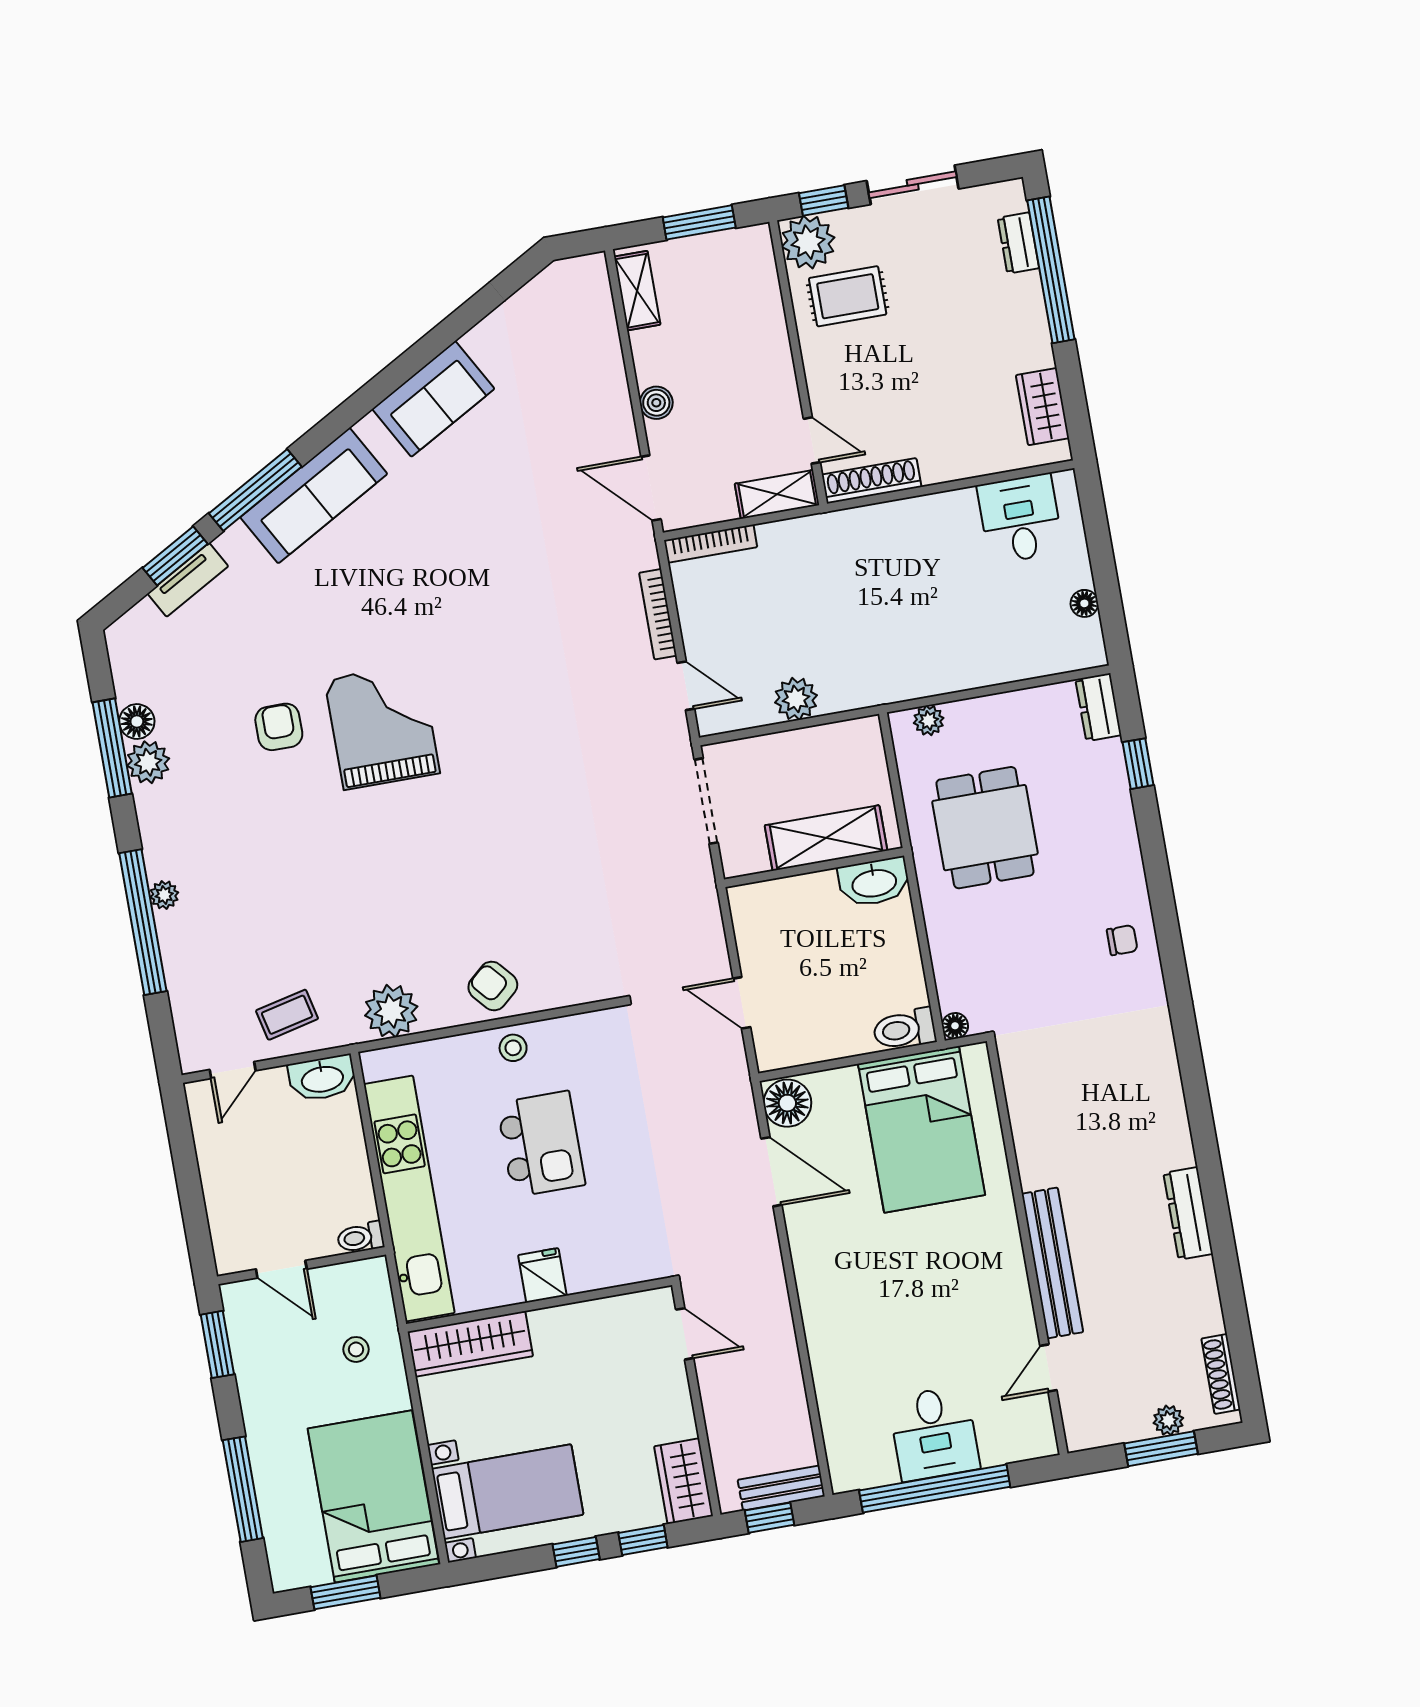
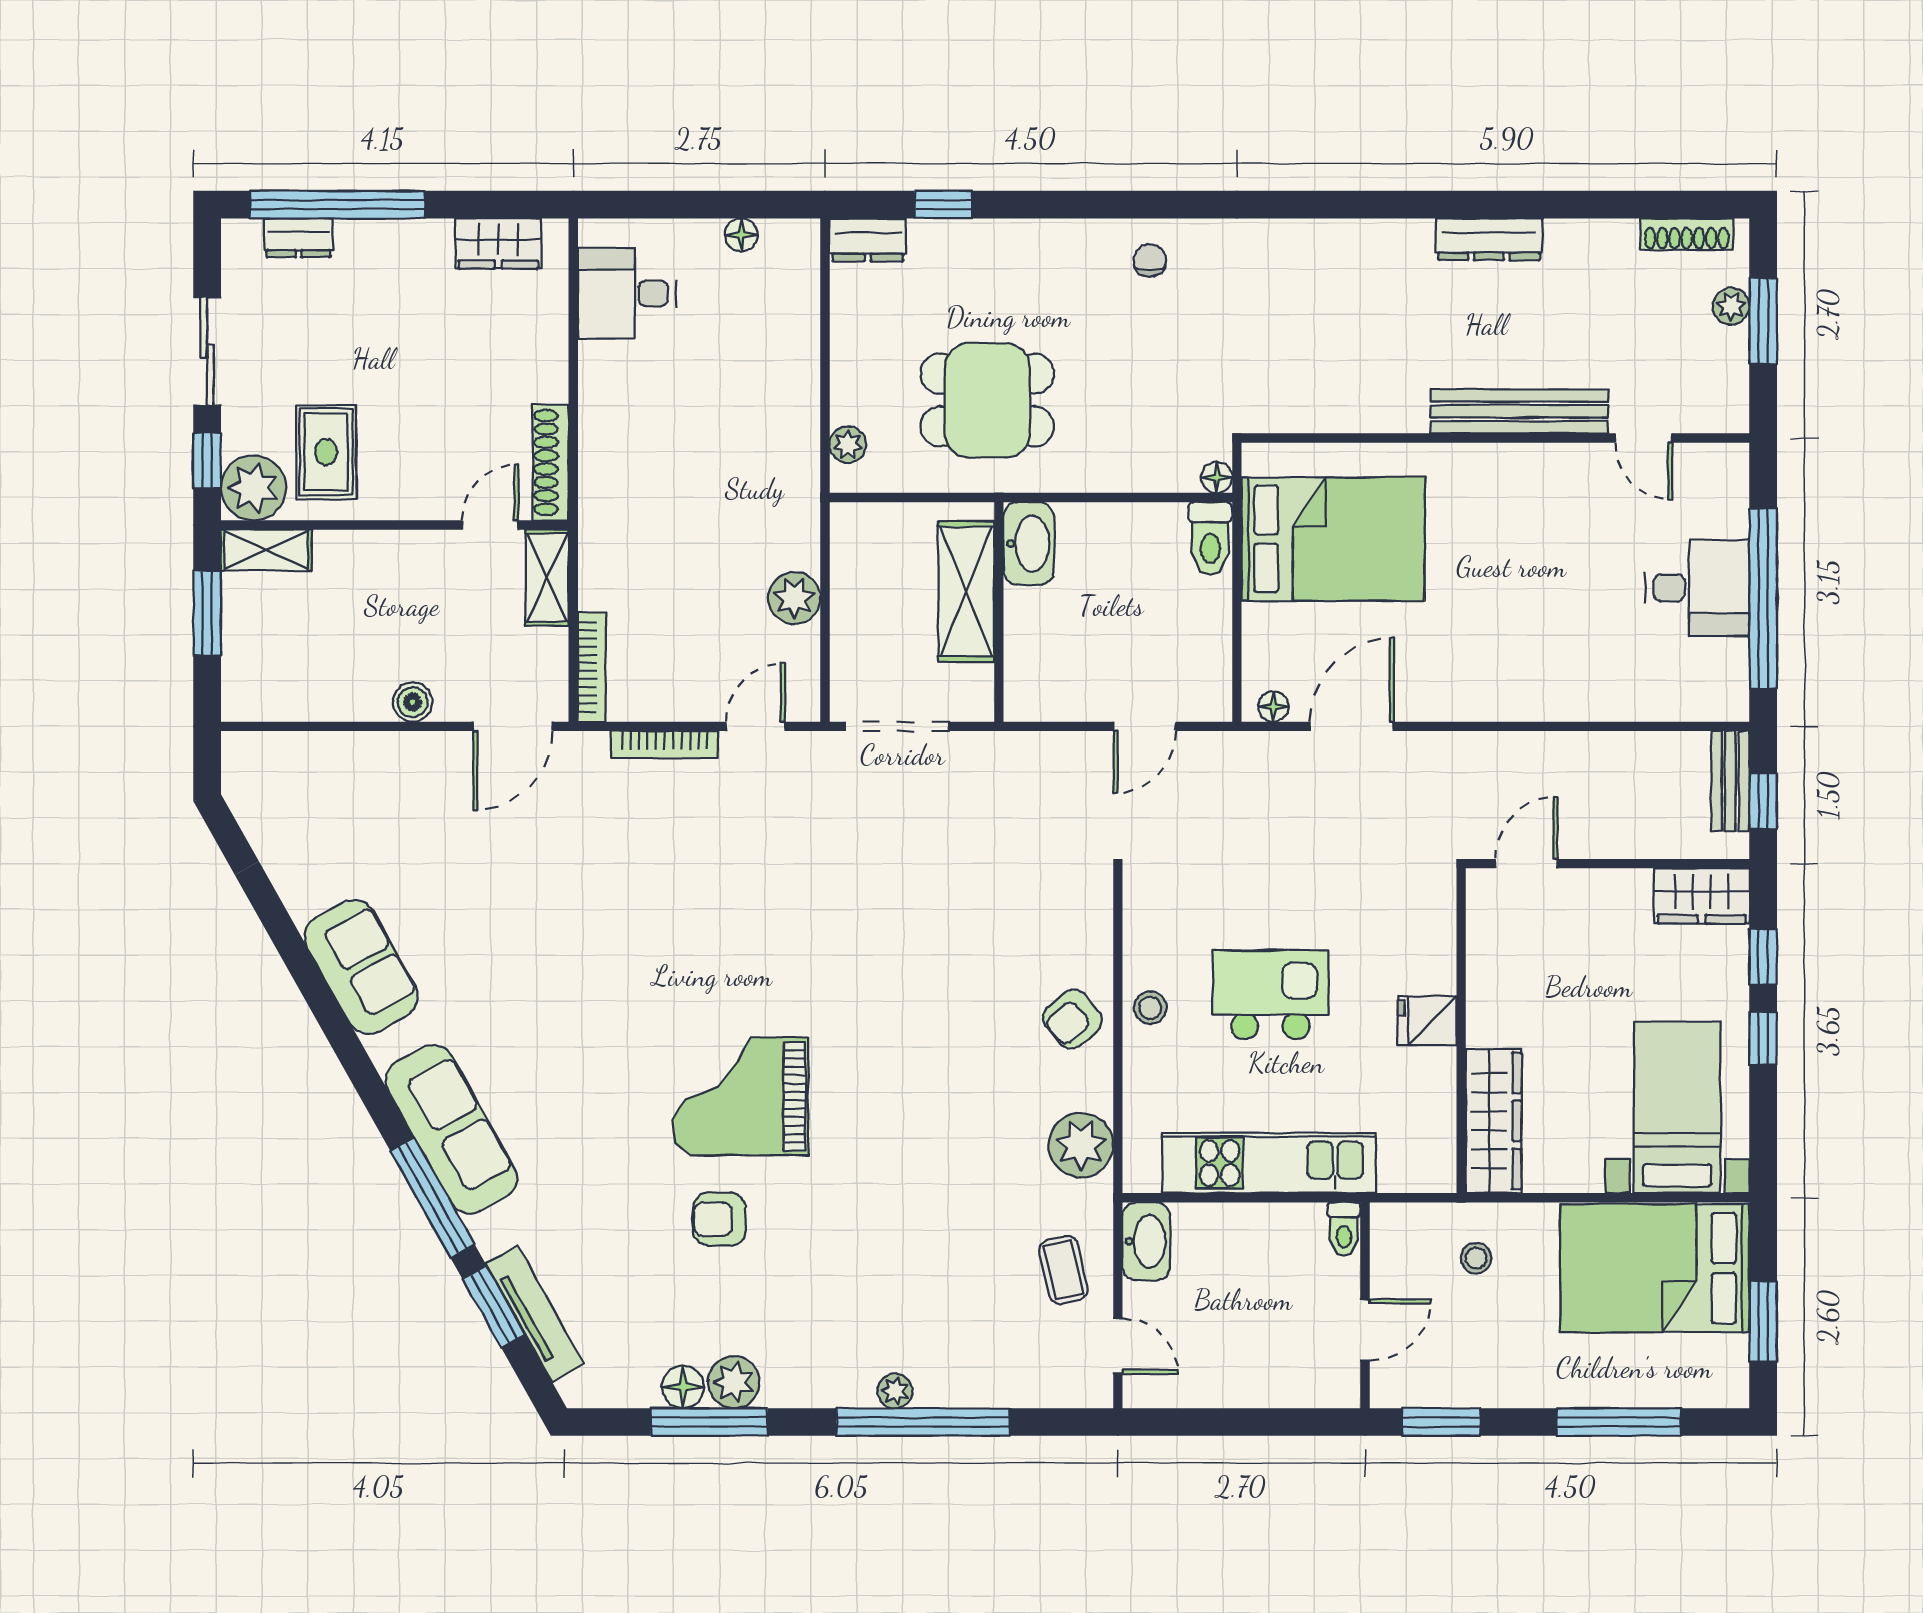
shelving: (637, 291) -> (266, 550), moved
tv unit: (188, 580) -> (535, 1314), width x1.41
floor lamp: (787, 1103) -> (1274, 707), width x0.53, depth x0.53
kitchen unit: (409, 1199) -> (1269, 1163), width x0.73

